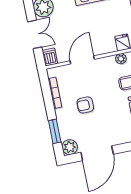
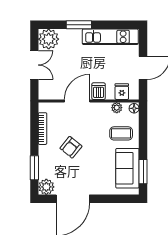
dishwasher: (50, 57) -> (99, 91), moved
armchair: (85, 105) -> (71, 147), turned -51

